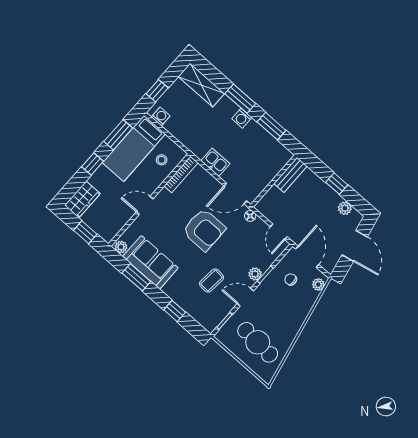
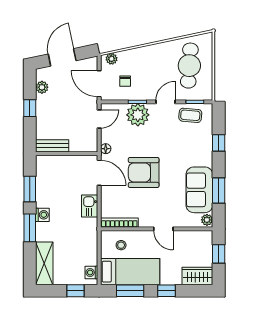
armchair: (204, 230) -> (144, 172), turned -90
door: (307, 257) -> (99, 84), hinge flipped
plant: (255, 274) -> (138, 115), width x1.88, depth x1.88
coffee table: (212, 281) -> (190, 115), moved
door: (245, 297) -> (165, 102), swing flipped

